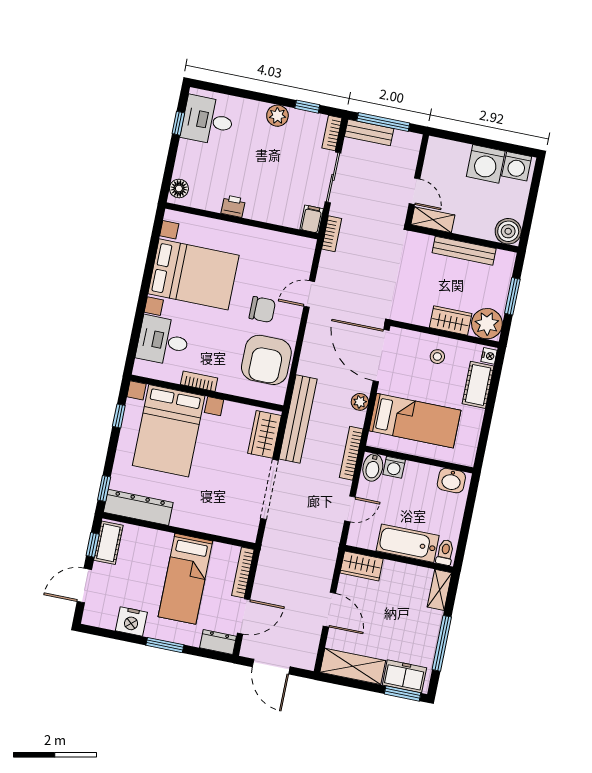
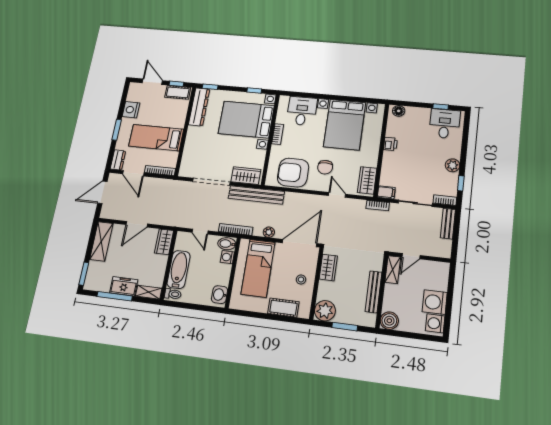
window: (383, 122) -> (456, 232), removed
wardrobe: (290, 246) -> (367, 180), added
wardrobe: (451, 320) -> (328, 268), moved
nightstand: (489, 356) -> (303, 314), removed
freezer: (404, 676) -> (124, 286), moved, turned -90

